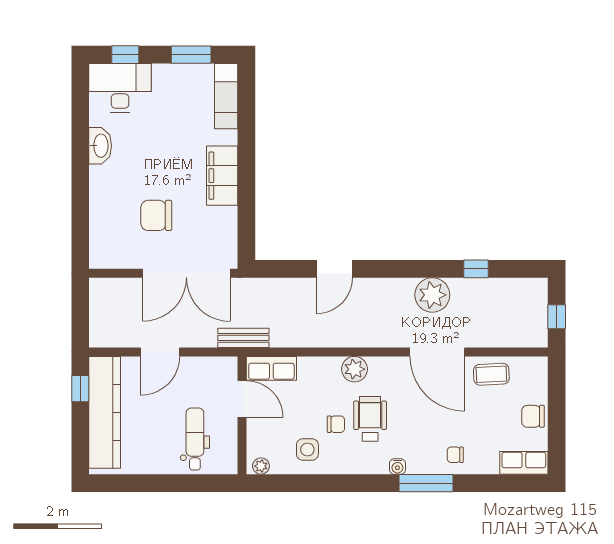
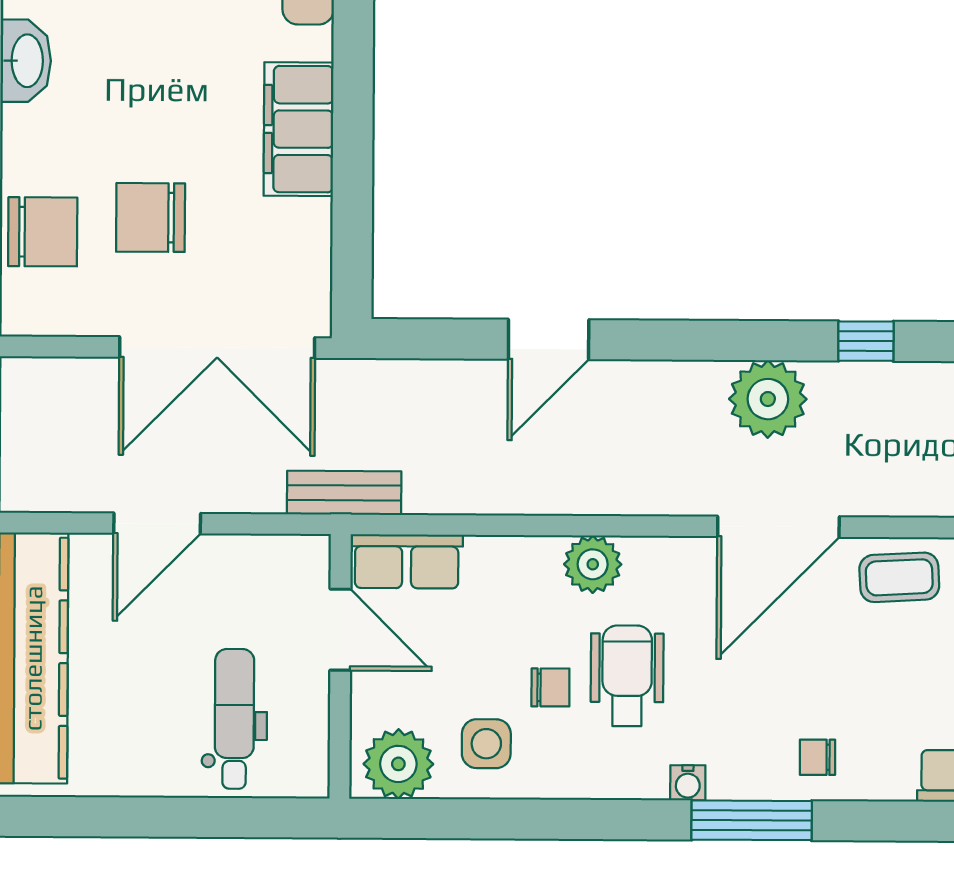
chair: (108, 222) -> (43, 232), added
door: (437, 352) -> (778, 527), hinge flipped
plant: (261, 466) -> (398, 764), width x1.88, depth x1.88

